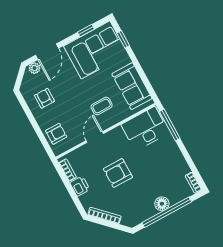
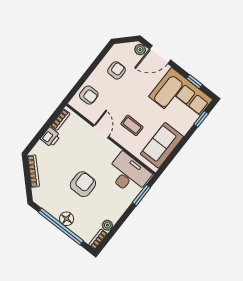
window: (170, 125) -> (141, 195), width x0.69
door: (95, 137) -> (101, 131), hinge flipped
plant: (184, 169) -> (107, 225), added
armchair: (118, 173) -> (83, 184), moved, turned 90

